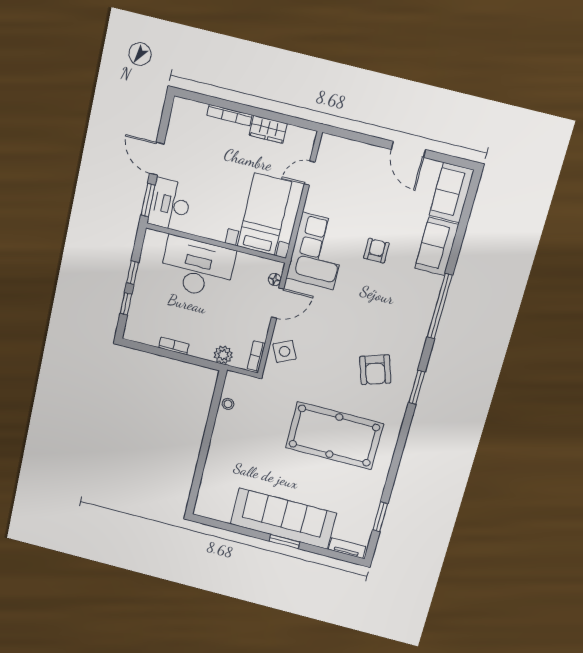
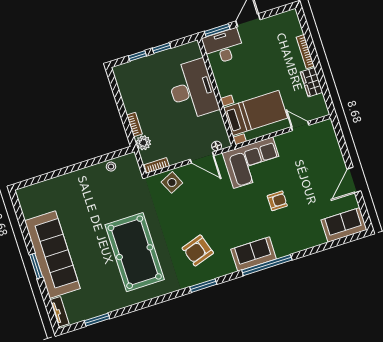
sofa: (437, 246) -> (254, 254), moved
bookcase: (174, 346) -> (134, 124), moved

